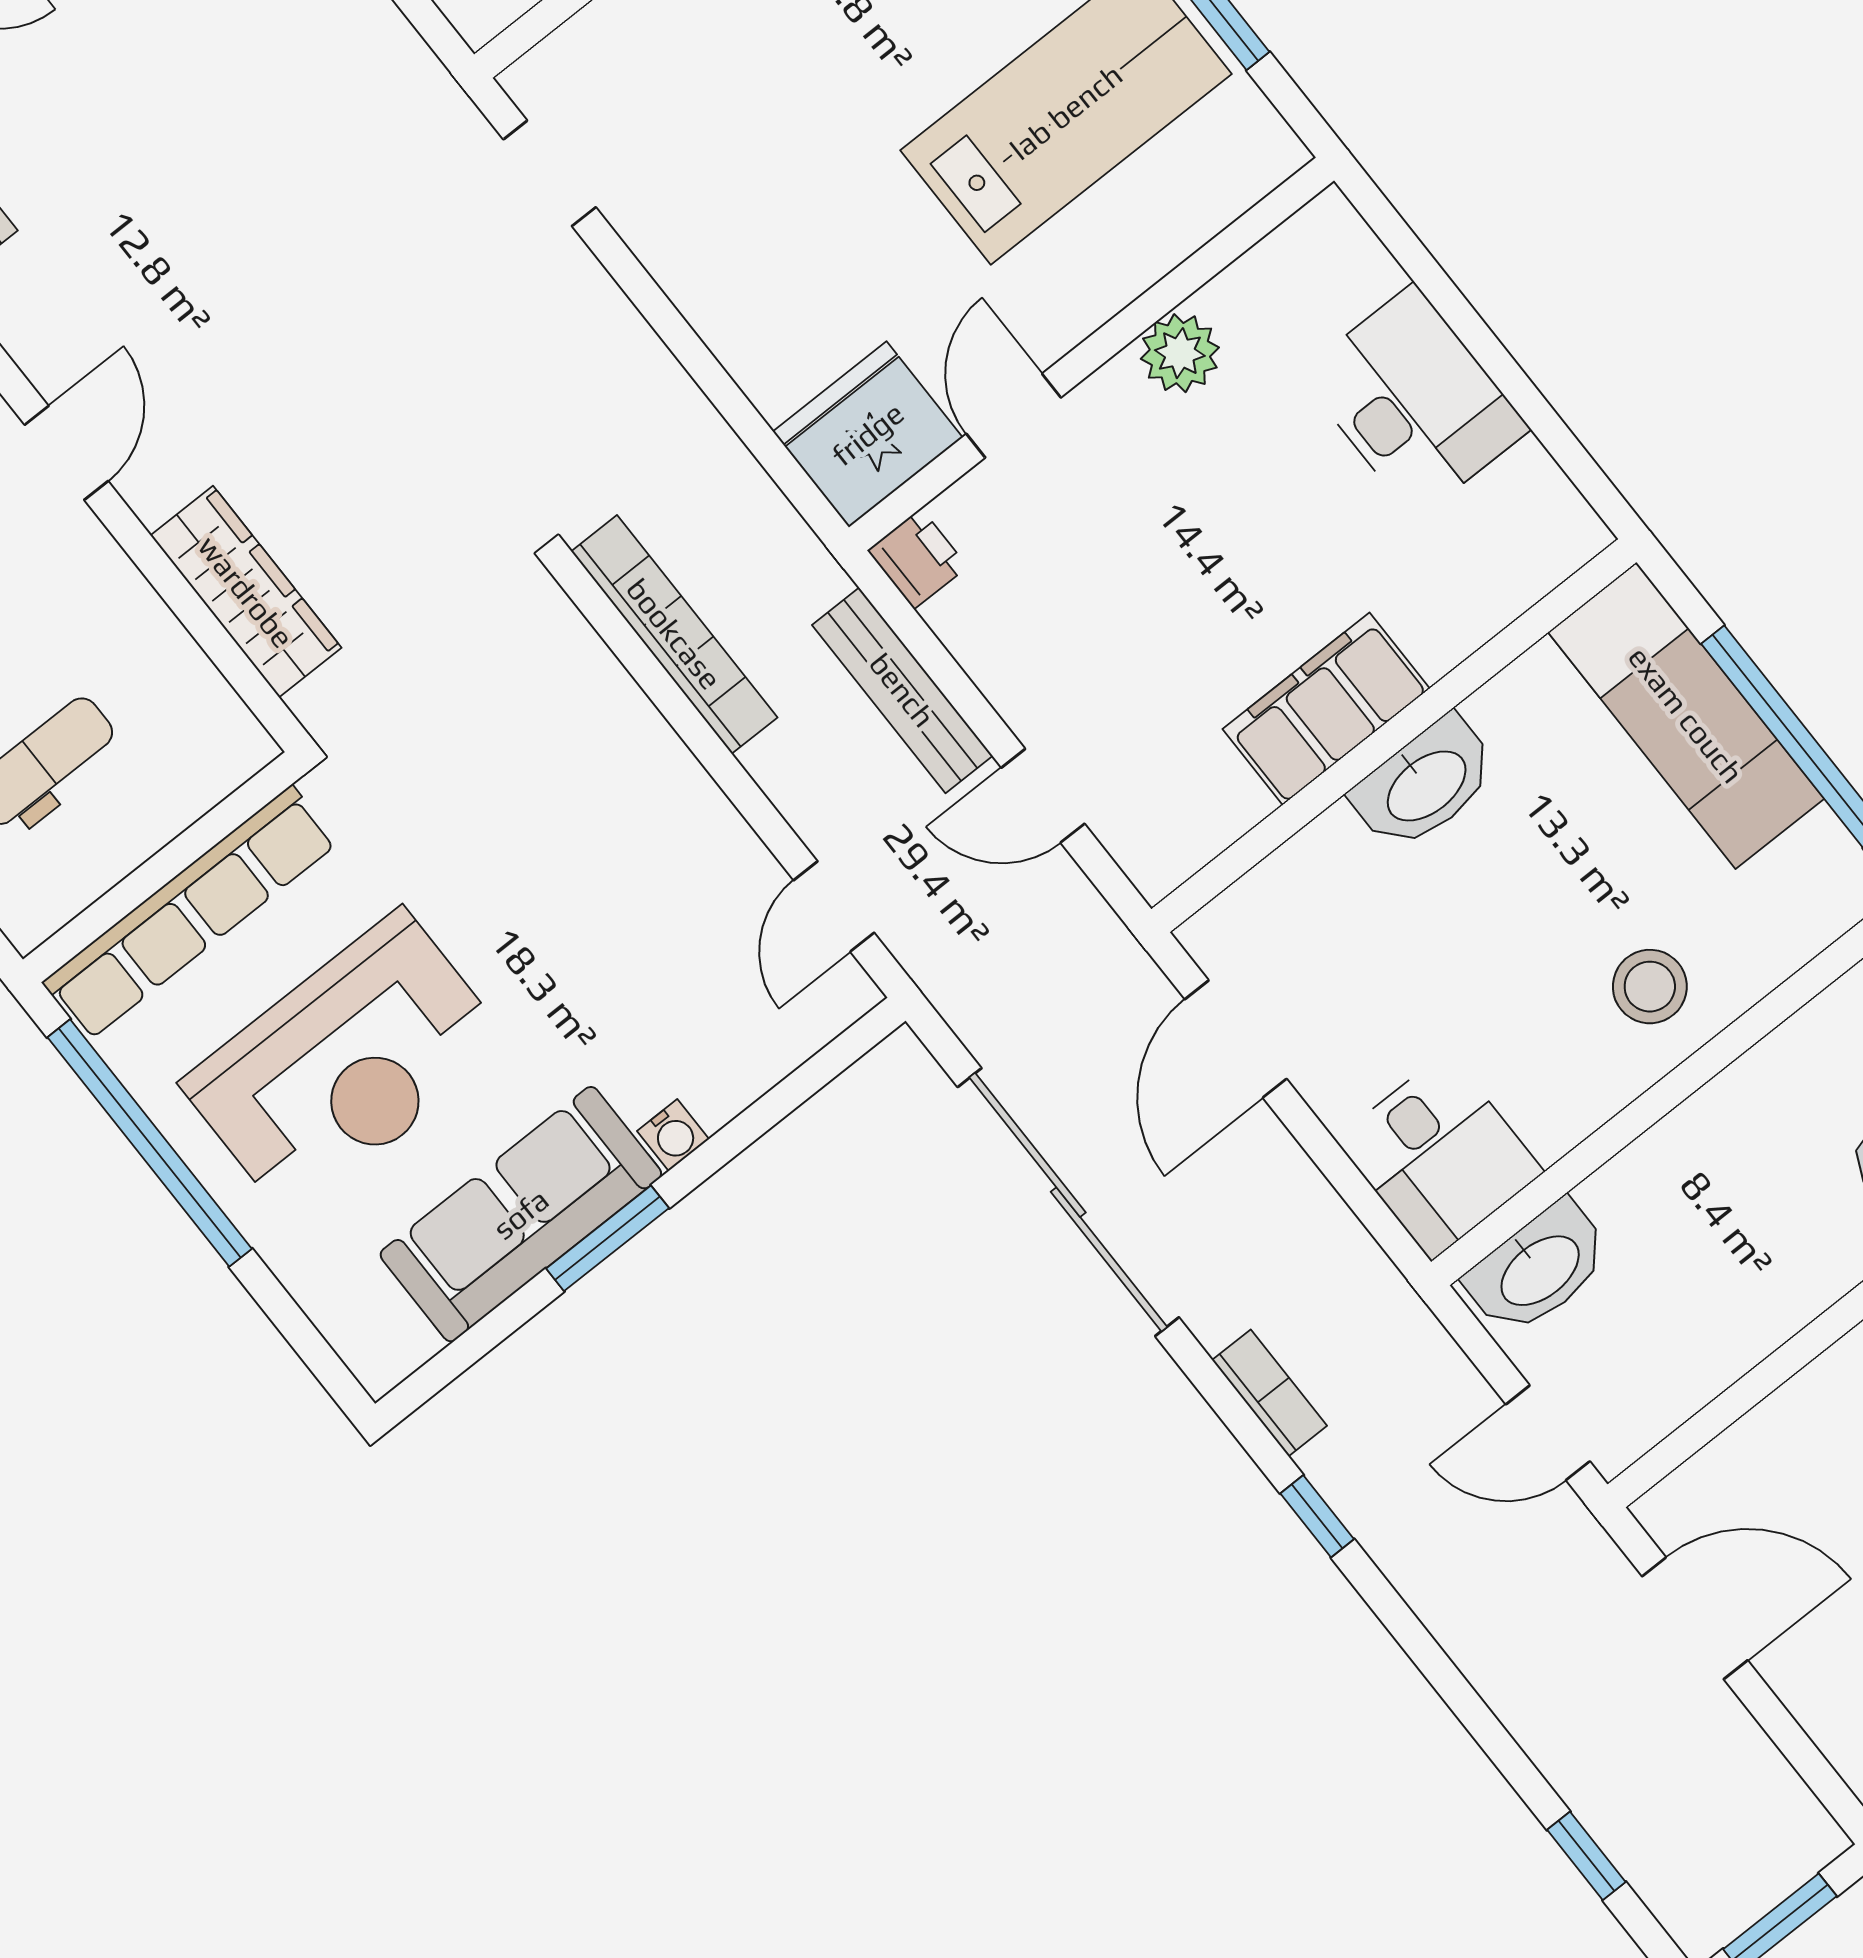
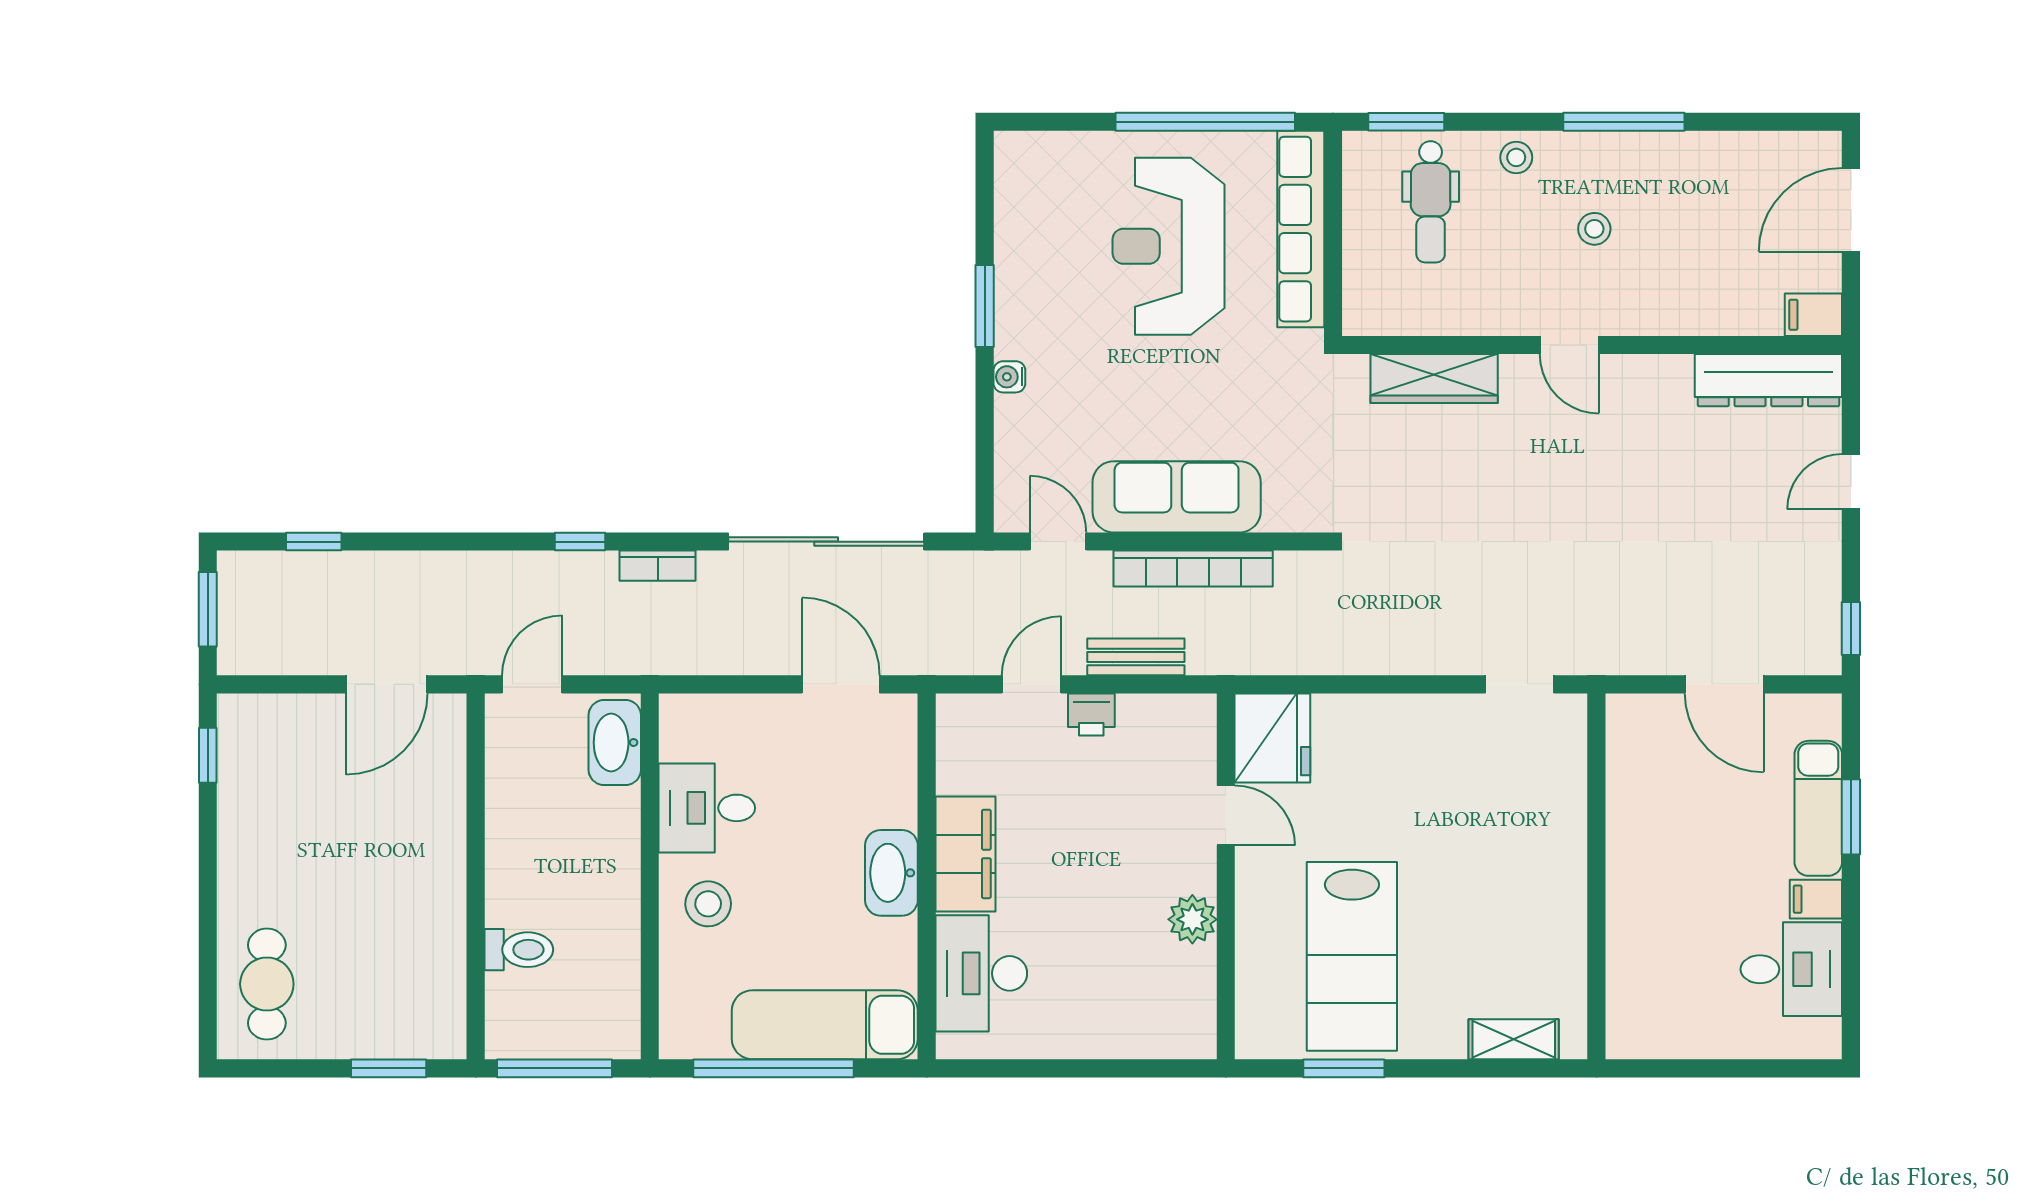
desk: (1414, 402) -> (981, 973), moved, turned 90
printer: (917, 559) -> (1091, 714), moved
bookcase: (674, 634) -> (1193, 568), moved
bench: (902, 690) -> (1136, 657), width x0.73
desk: (1440, 1156) -> (707, 808), moved
sofa: (521, 1214) -> (1177, 497), moved, turned -90

